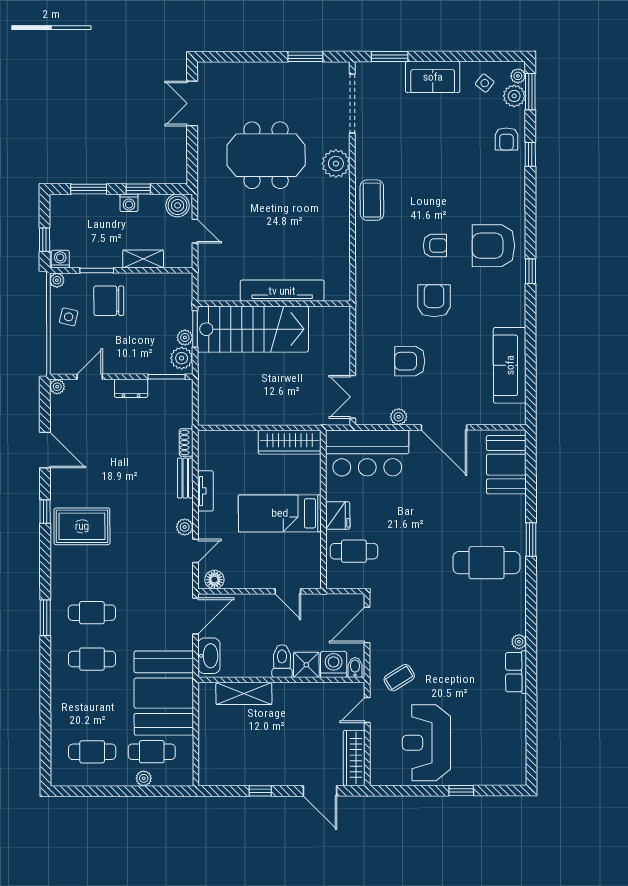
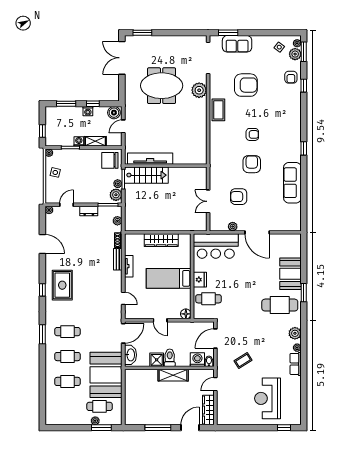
window: (305, 57) -> (142, 33), moved
sofa: (433, 77) -> (237, 44), moved
double door: (192, 103) -> (122, 58), width x1.37
door: (195, 231) -> (123, 126), swing flipped
armchair: (494, 246) -> (246, 85), moved, turned 180
washing machine: (60, 259) -> (79, 141), moved
tv unit: (282, 291) -> (150, 159), moved
chair: (109, 301) -> (110, 160), moved
stairs: (253, 329) -> (146, 175), width x0.73, depth x0.66
sofa: (510, 365) -> (292, 183), moved
double door: (353, 397) -> (208, 201), moved
wardrobe: (290, 442) -> (161, 240), moved
booth: (506, 465) -> (290, 274), moved
window: (45, 512) -> (42, 290), moved
rug: (82, 526) -> (62, 285), turned 90
plant: (185, 527) -> (117, 221), moved
door: (195, 551) -> (123, 298), hinge flipped
floor lamp: (214, 580) -> (186, 314), moved
door: (288, 591) -> (160, 320), moved
plant: (515, 615) -> (295, 333), added
shower: (306, 665) -> (157, 360), moved
coffee table: (399, 678) -> (243, 361), moved
shelving: (244, 694) -> (173, 375), moved
reception desk: (426, 743) -> (268, 398), moved
cafe table: (92, 752) -> (67, 381), moved
window: (155, 791) -> (101, 428), added
window: (260, 791) -> (158, 428), width x2.17
door: (320, 791) -> (190, 428), swing flipped
window: (461, 791) -> (284, 428), moved

